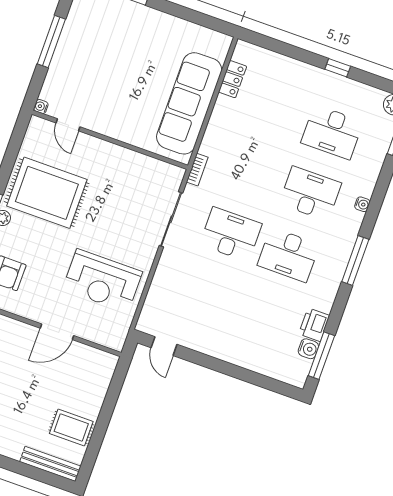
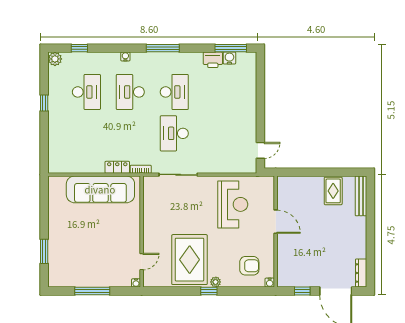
locker: (233, 79) -> (117, 167), moved

